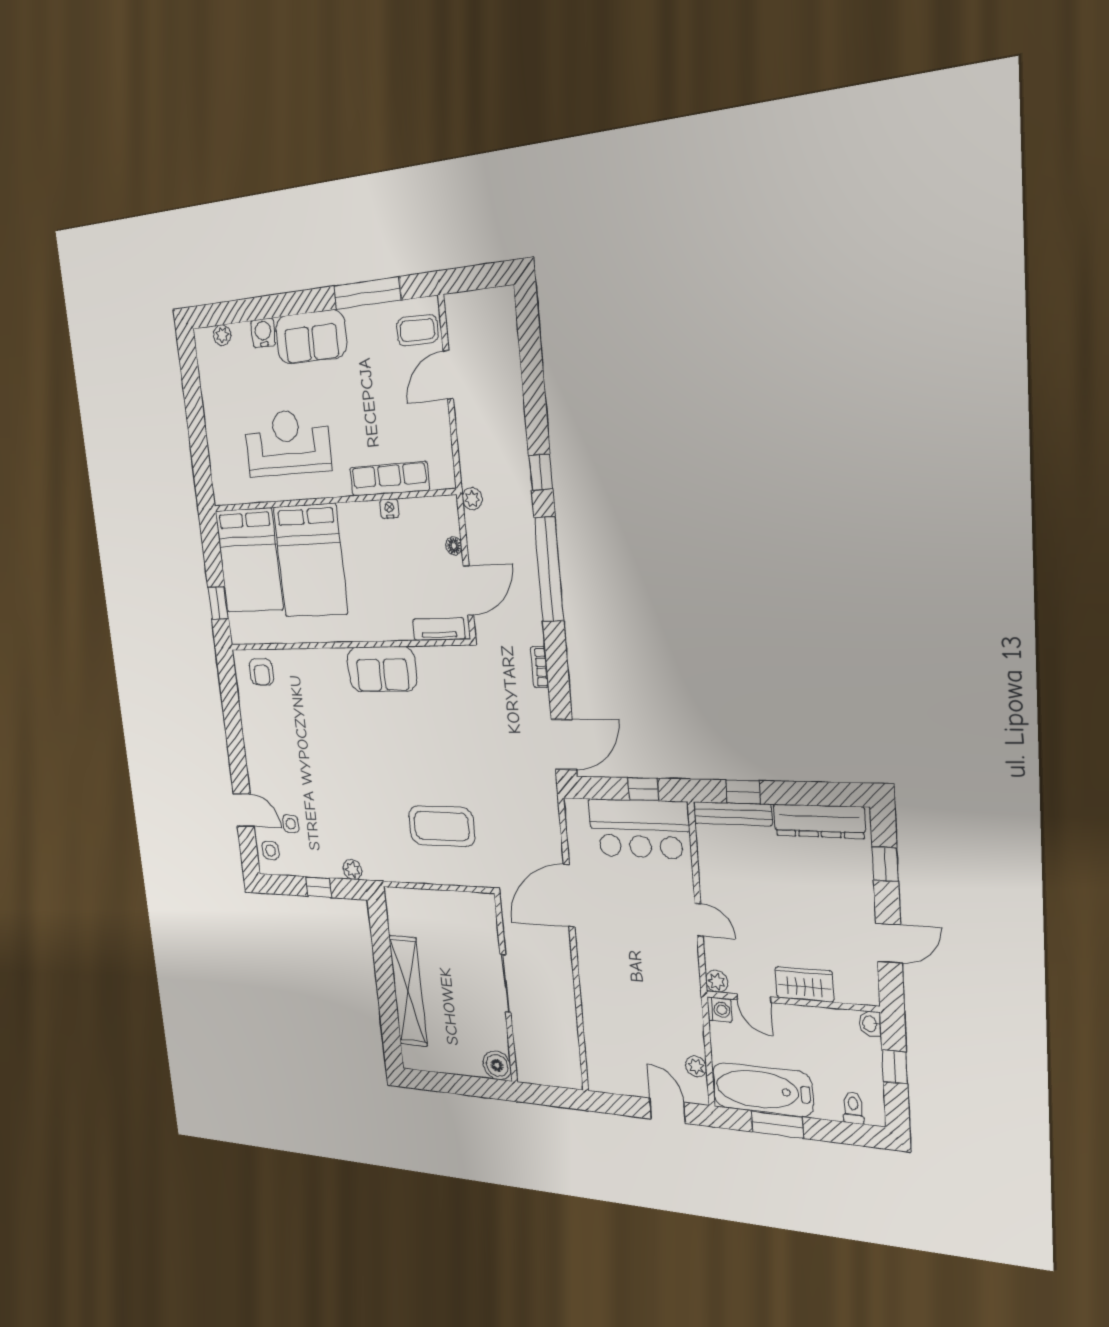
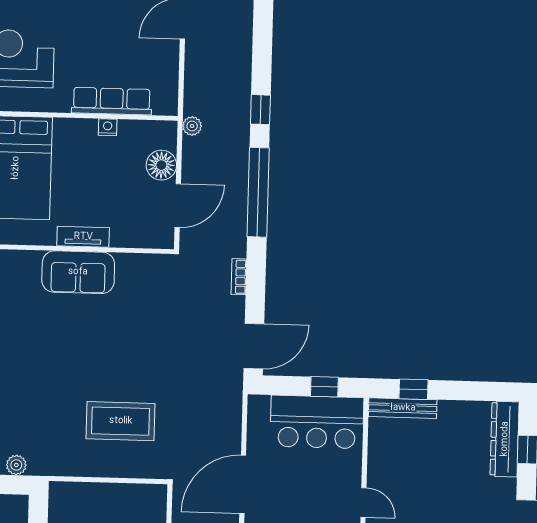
floor lamp: (454, 546) -> (161, 165), width x1.89, depth x1.89
tv unit: (439, 629) -> (83, 237), moved
dresser: (819, 821) -> (505, 439), moved, turned 90

